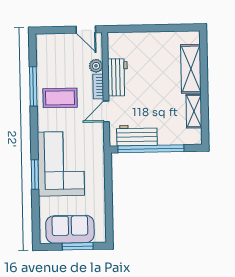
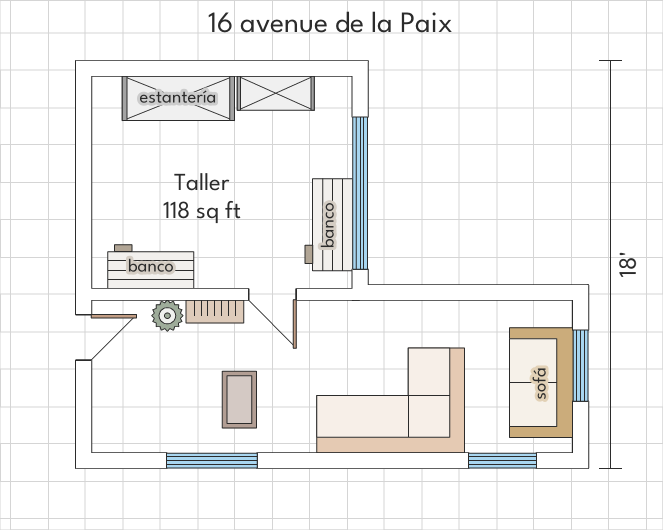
workbench: (118, 77) -> (151, 267), moved
coffee table: (60, 98) -> (239, 400), width x0.73, depth x0.77
window: (35, 175) -> (502, 461), moved

